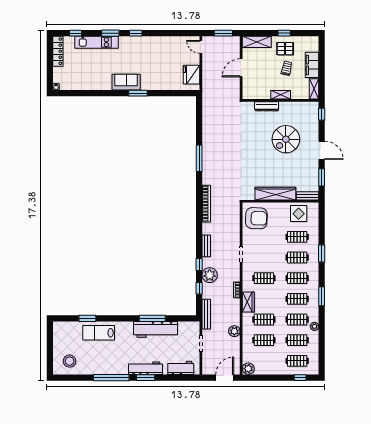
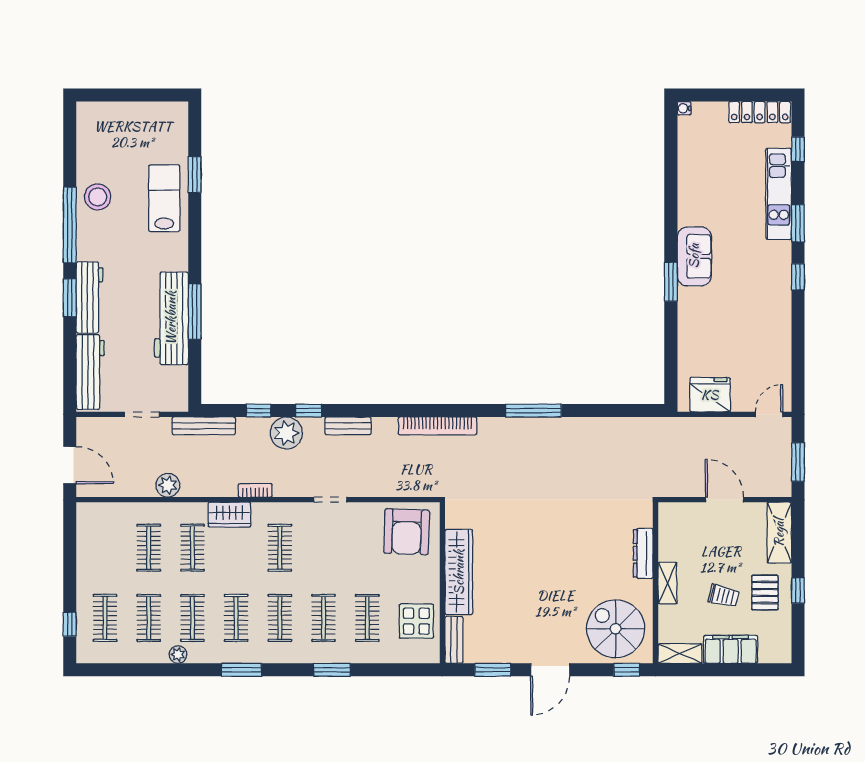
spiral stairs: (286, 139) -> (616, 629), moved
stool: (70, 361) -> (98, 197), moved
workbench: (181, 368) -> (90, 372), width x1.38
plant: (248, 369) -> (89, 515), removed

